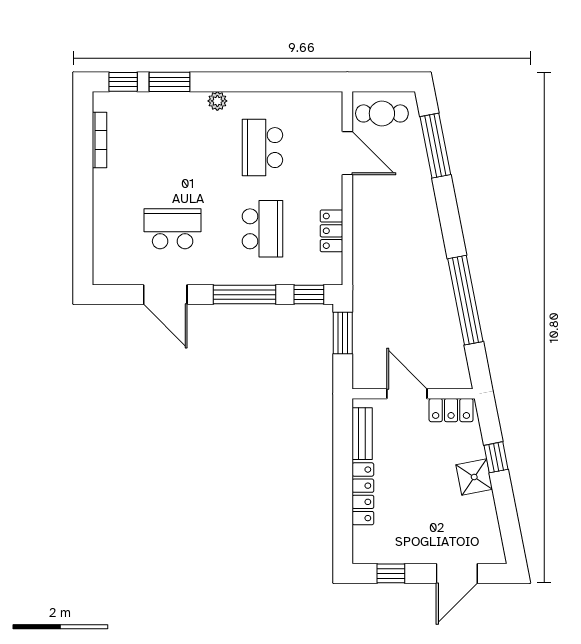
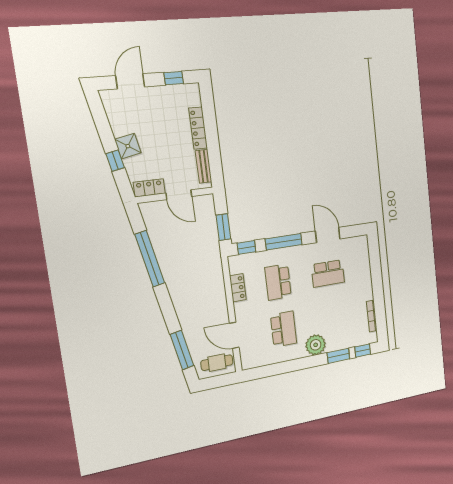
plant: (217, 101) -> (316, 345), width x1.87, depth x1.87

